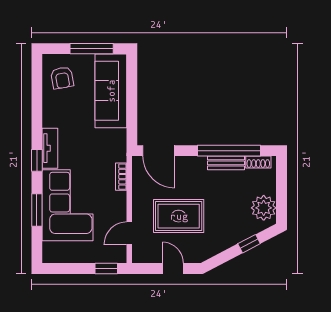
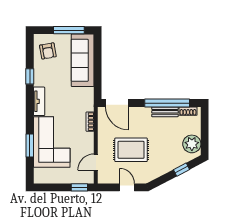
window: (37, 160) -> (30, 76), moved

